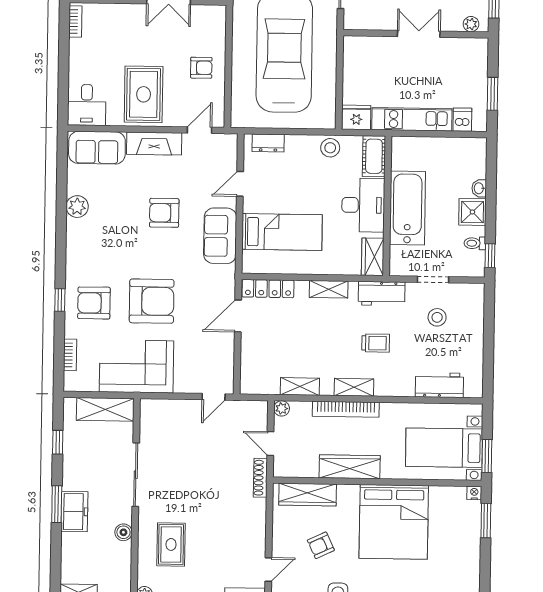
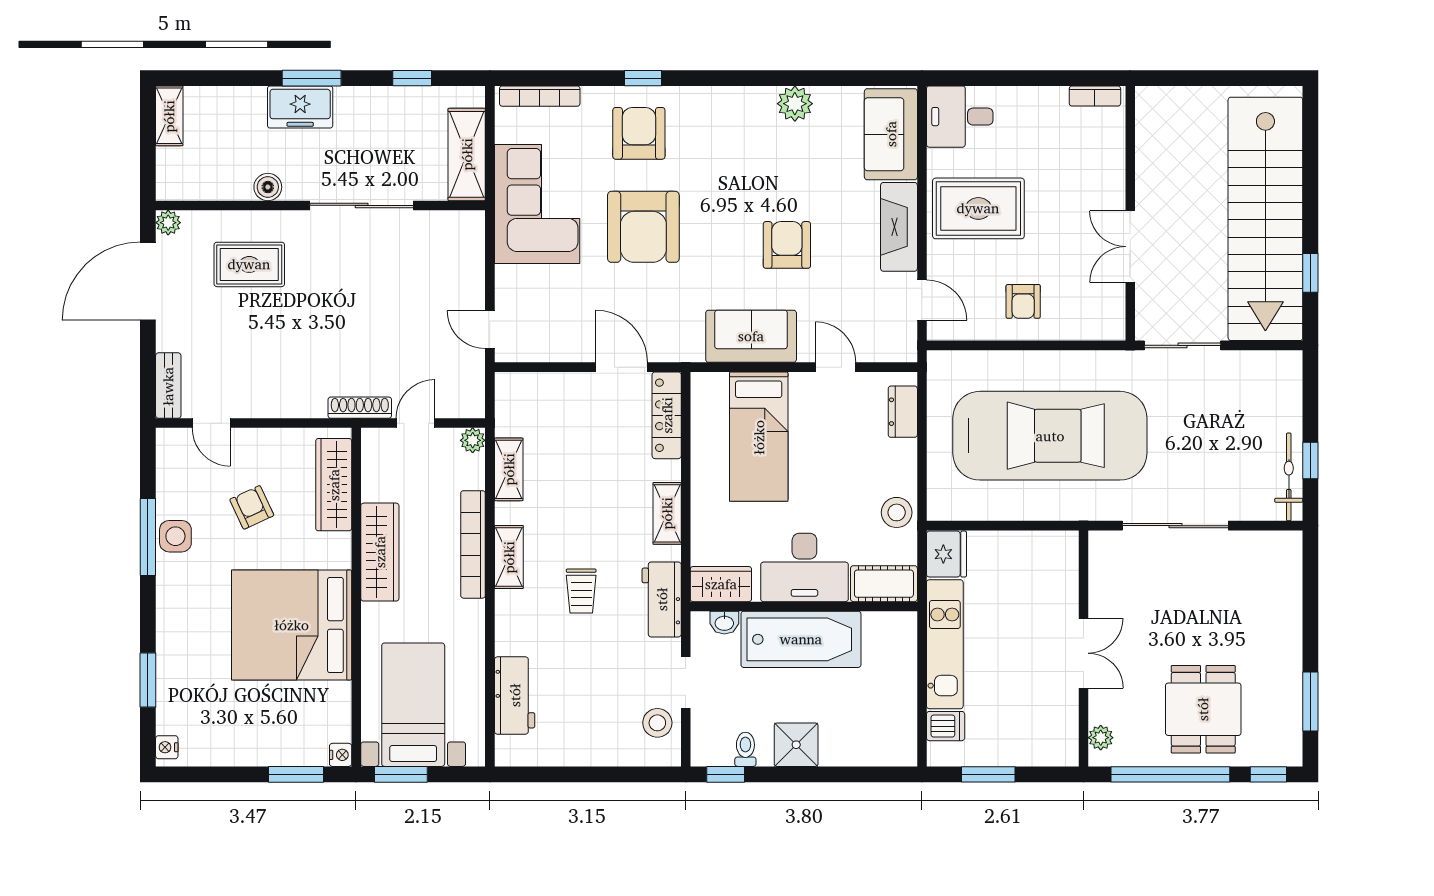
washbasin: (479, 188) -> (724, 623), moved, turned 180
stool: (437, 317) -> (657, 723), moved
bookcase: (70, 355) -> (540, 96), width x1.56

